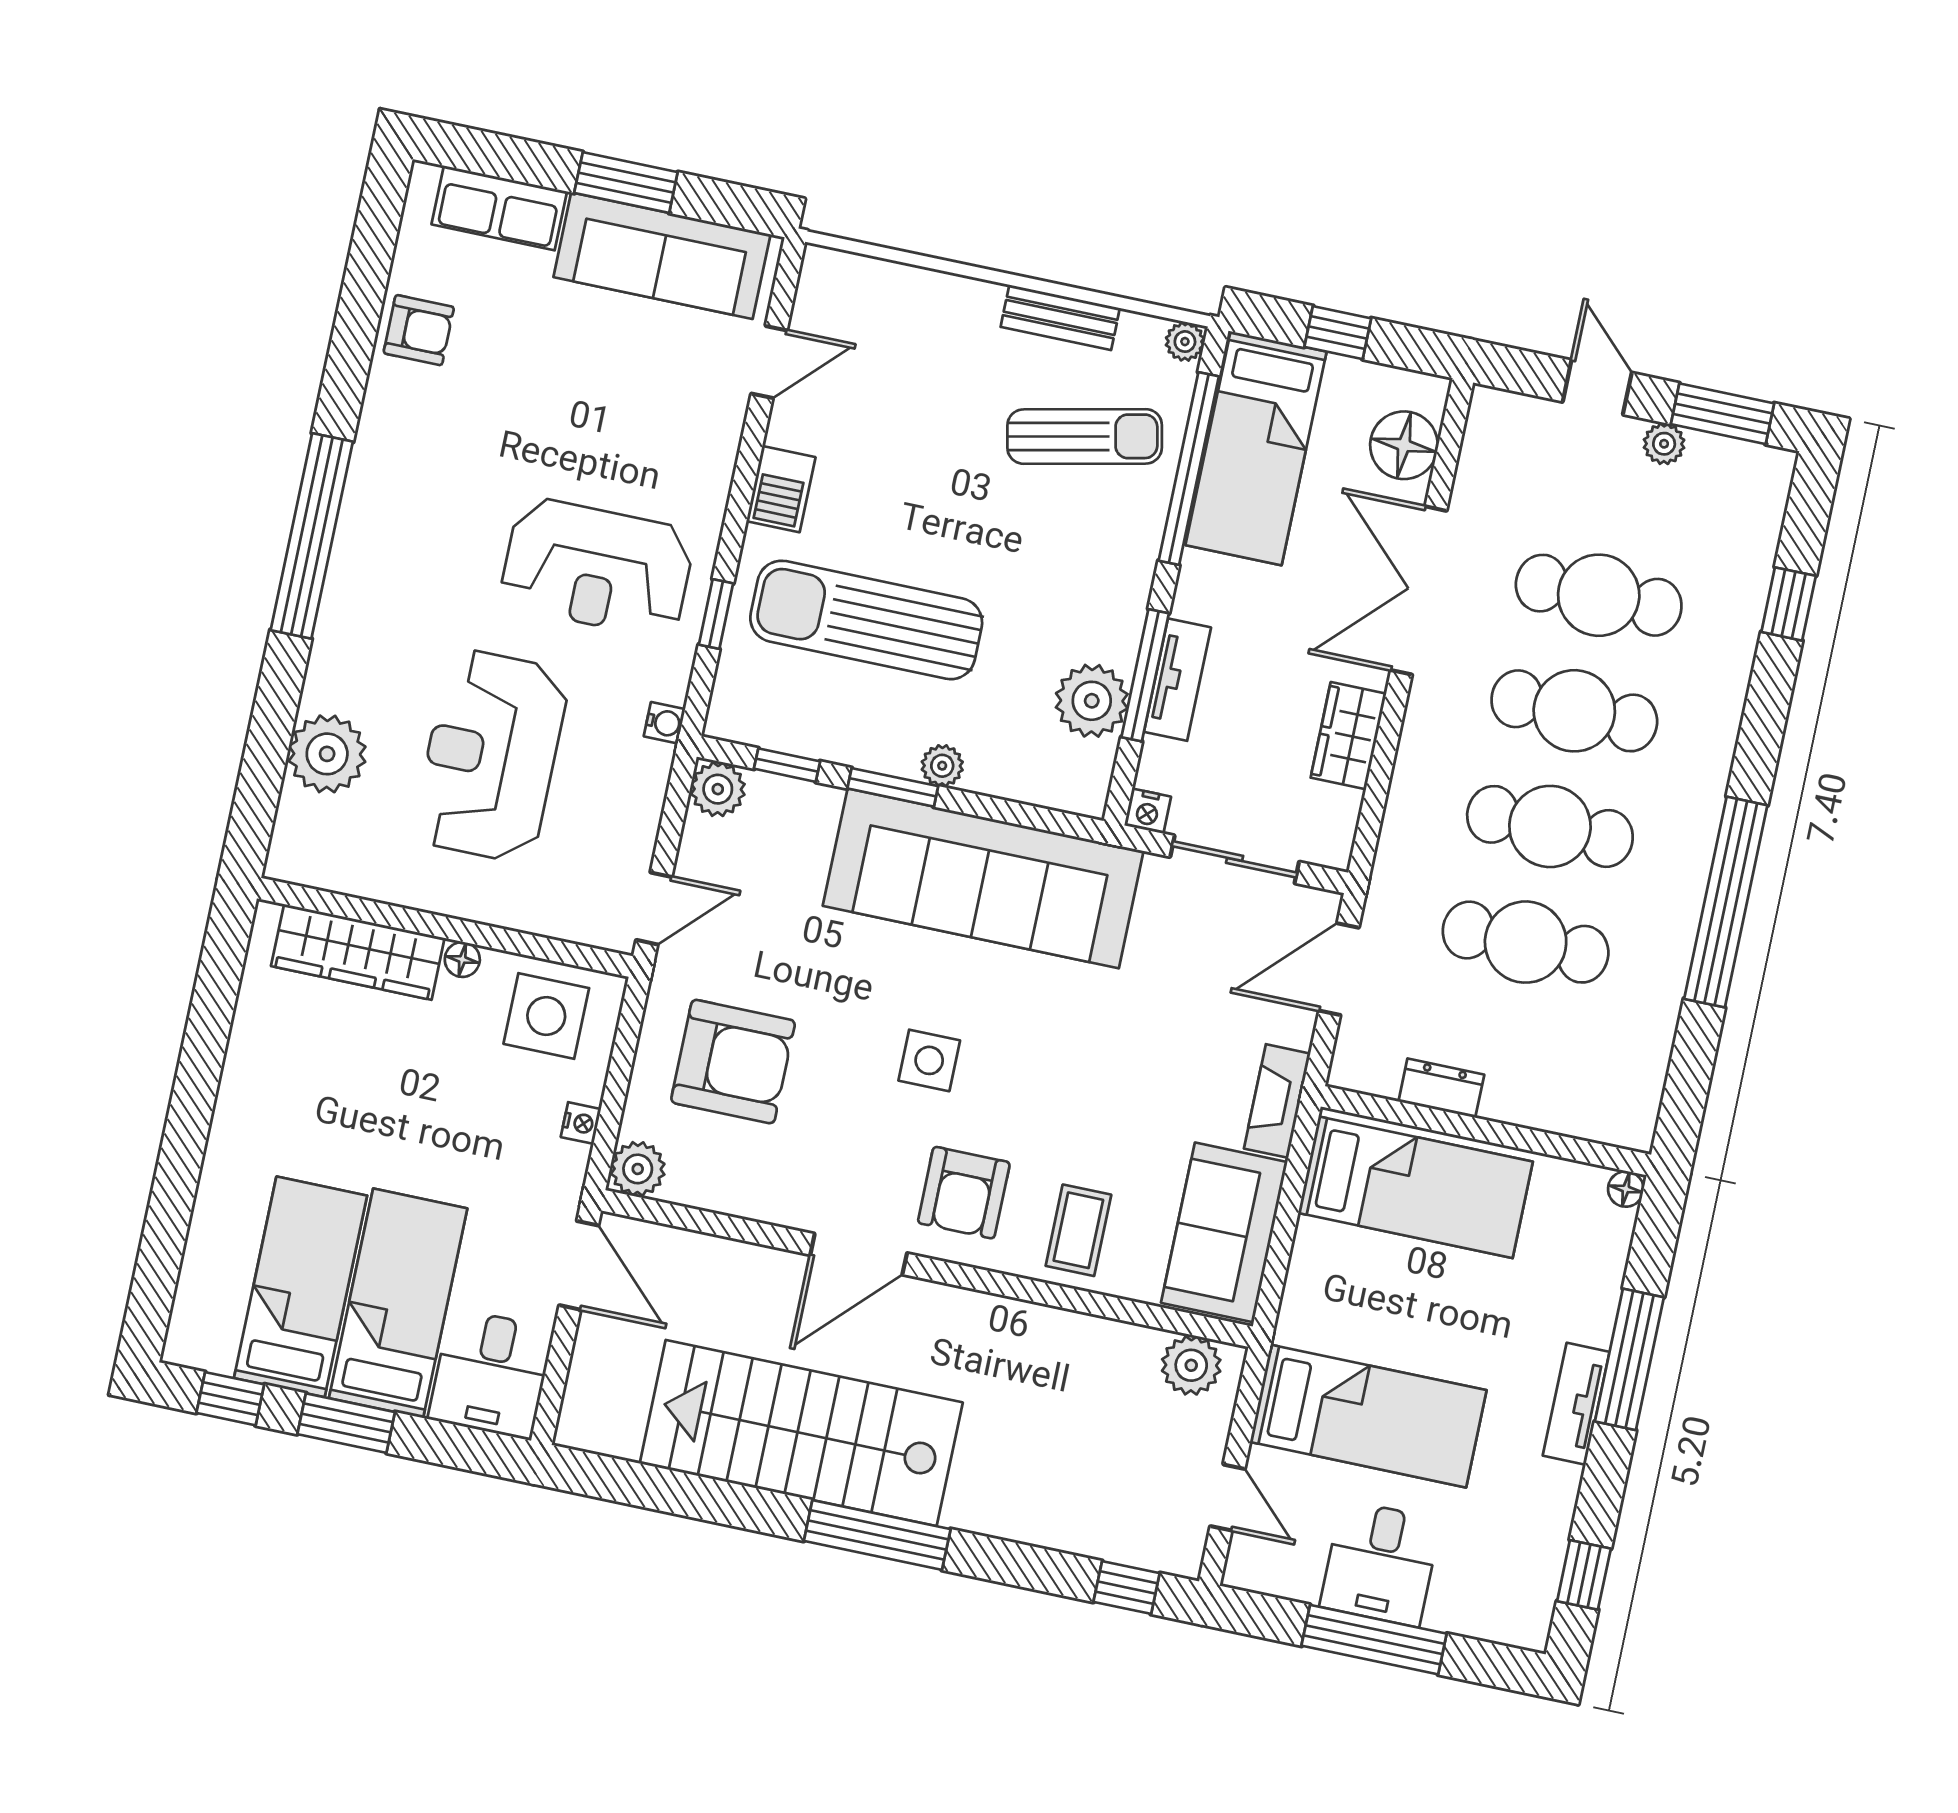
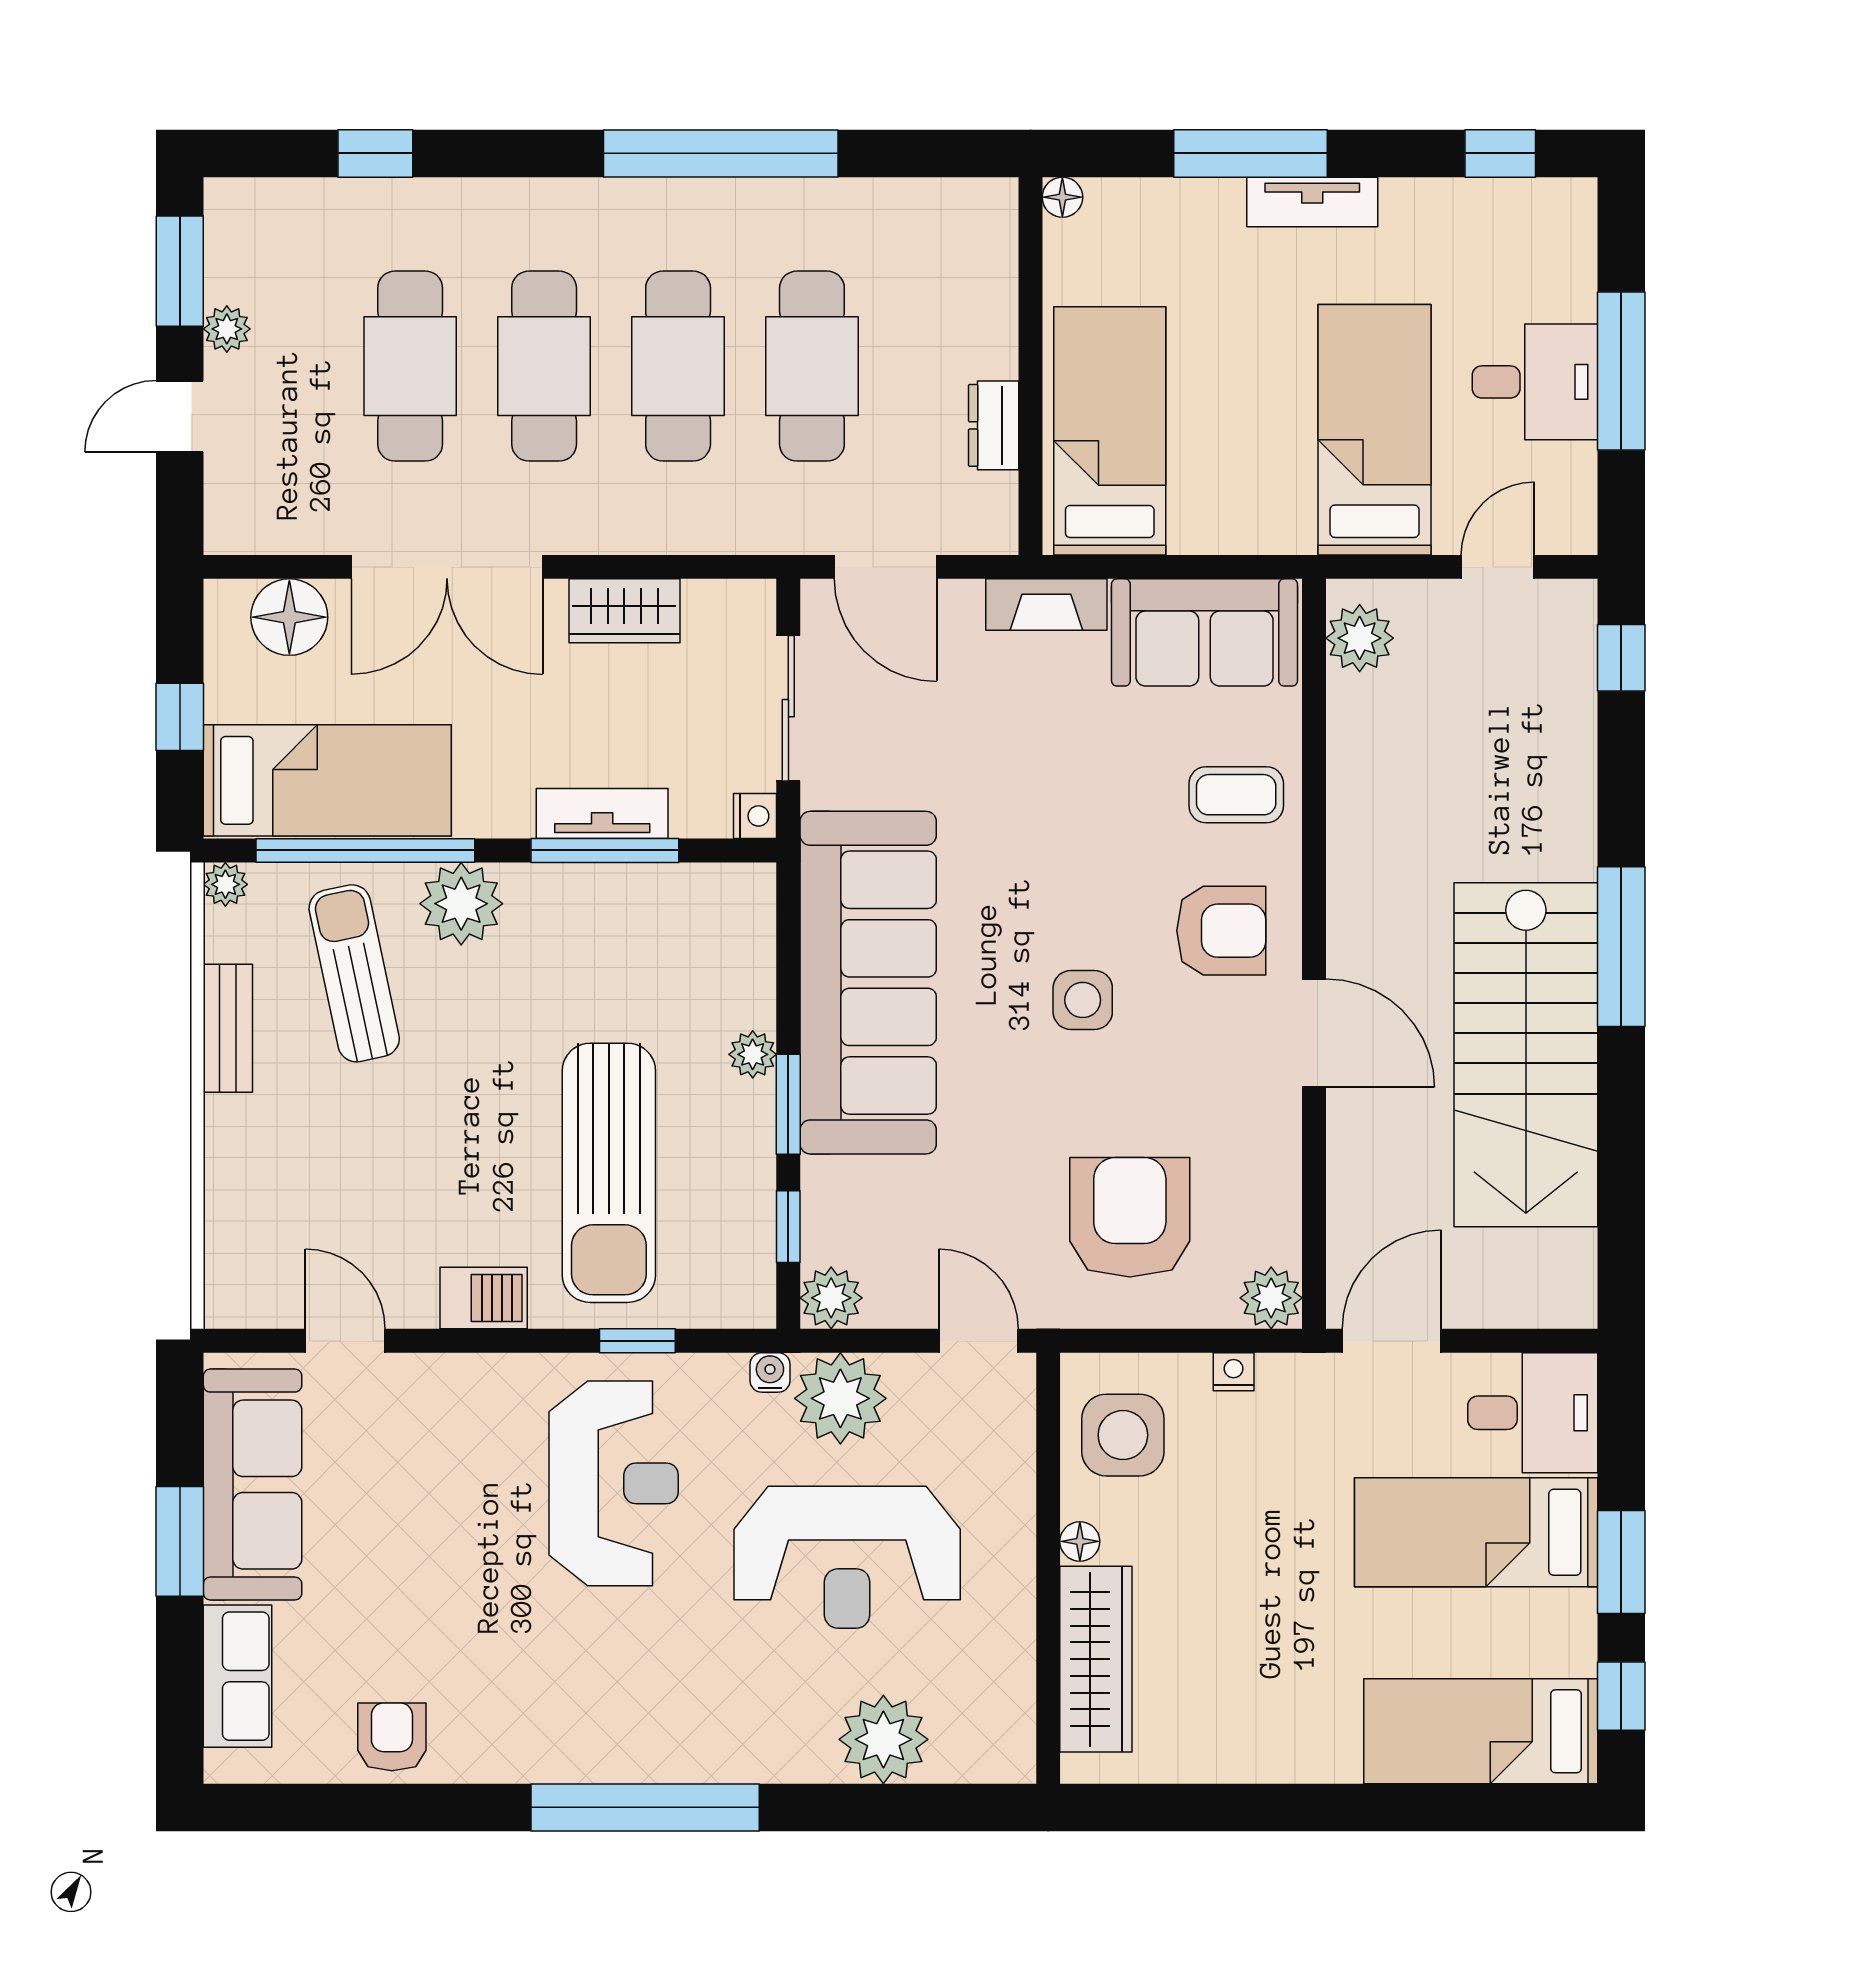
plant: (1092, 701) -> (461, 904), moved
plant: (629, 779) -> (840, 1398), added
bed: (301, 1287) -> (1481, 1731), moved

